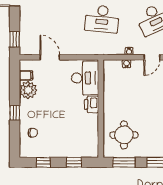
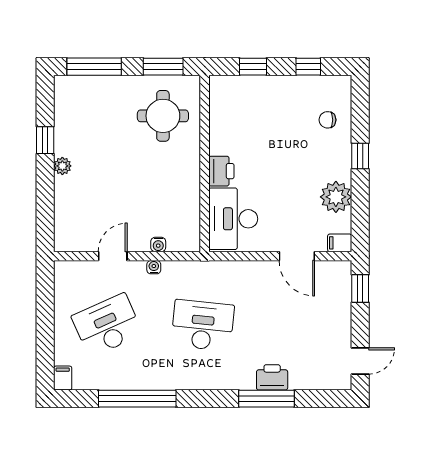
filing cabinet: (26, 75) -> (340, 243), moved

